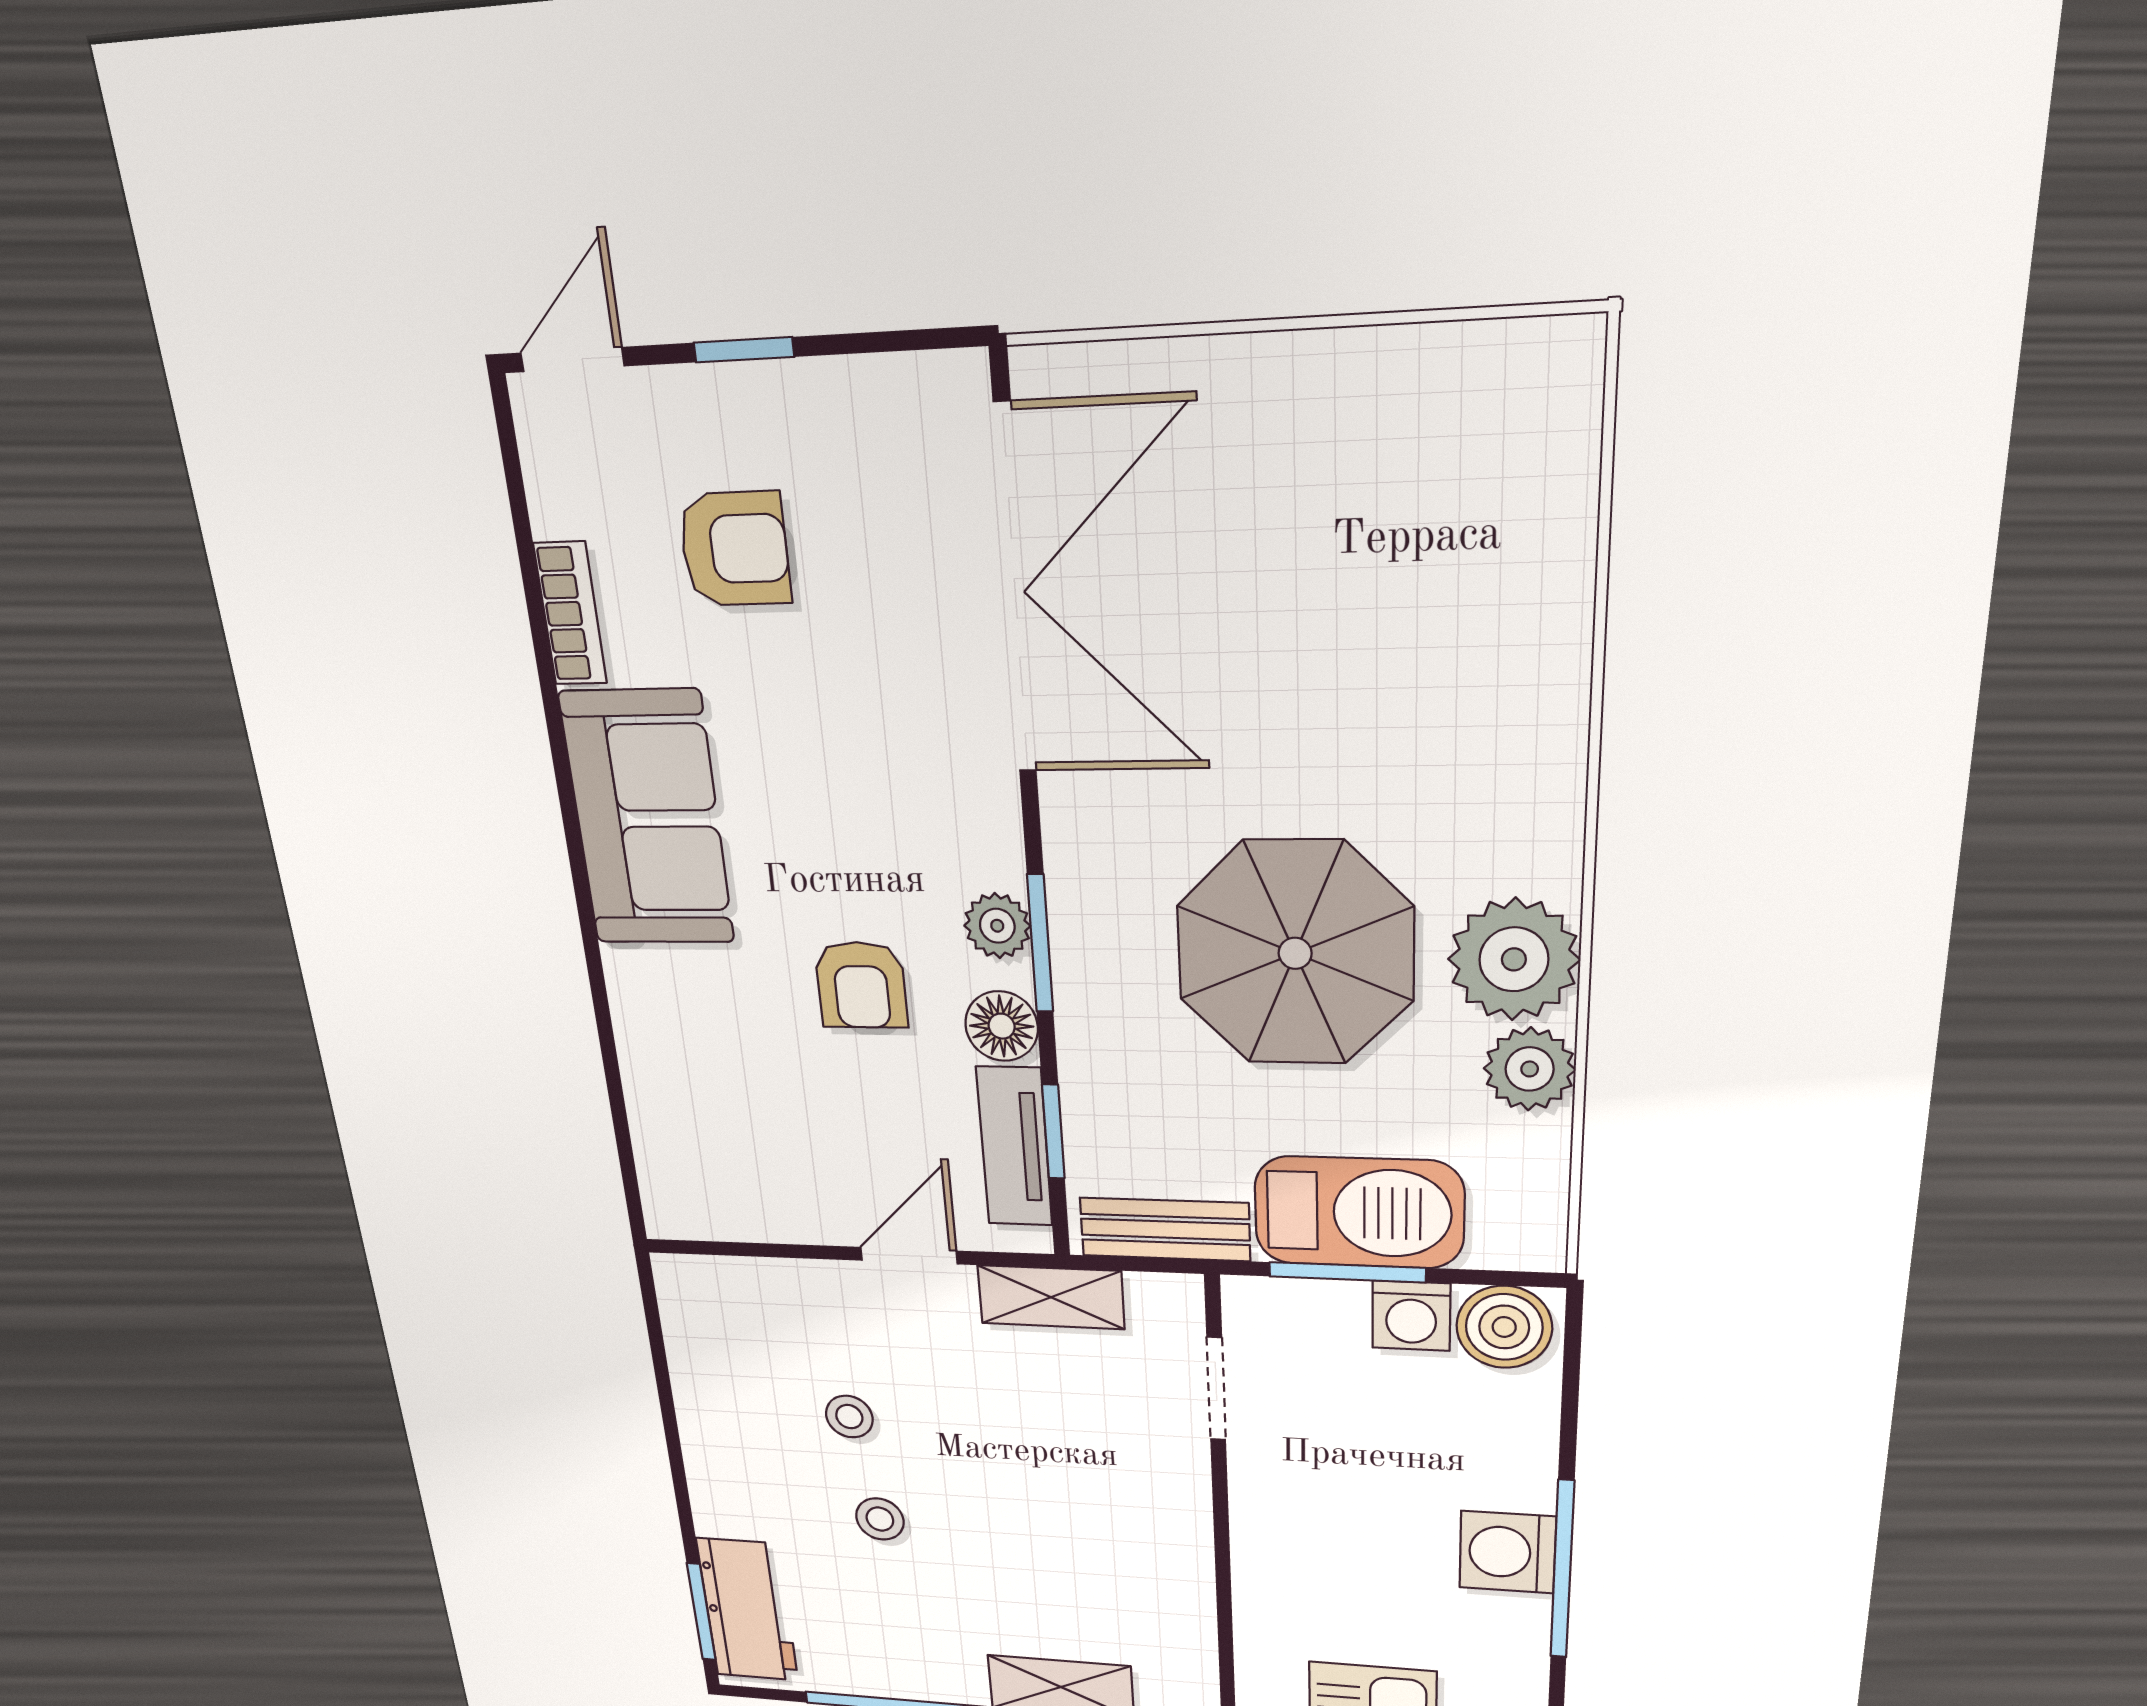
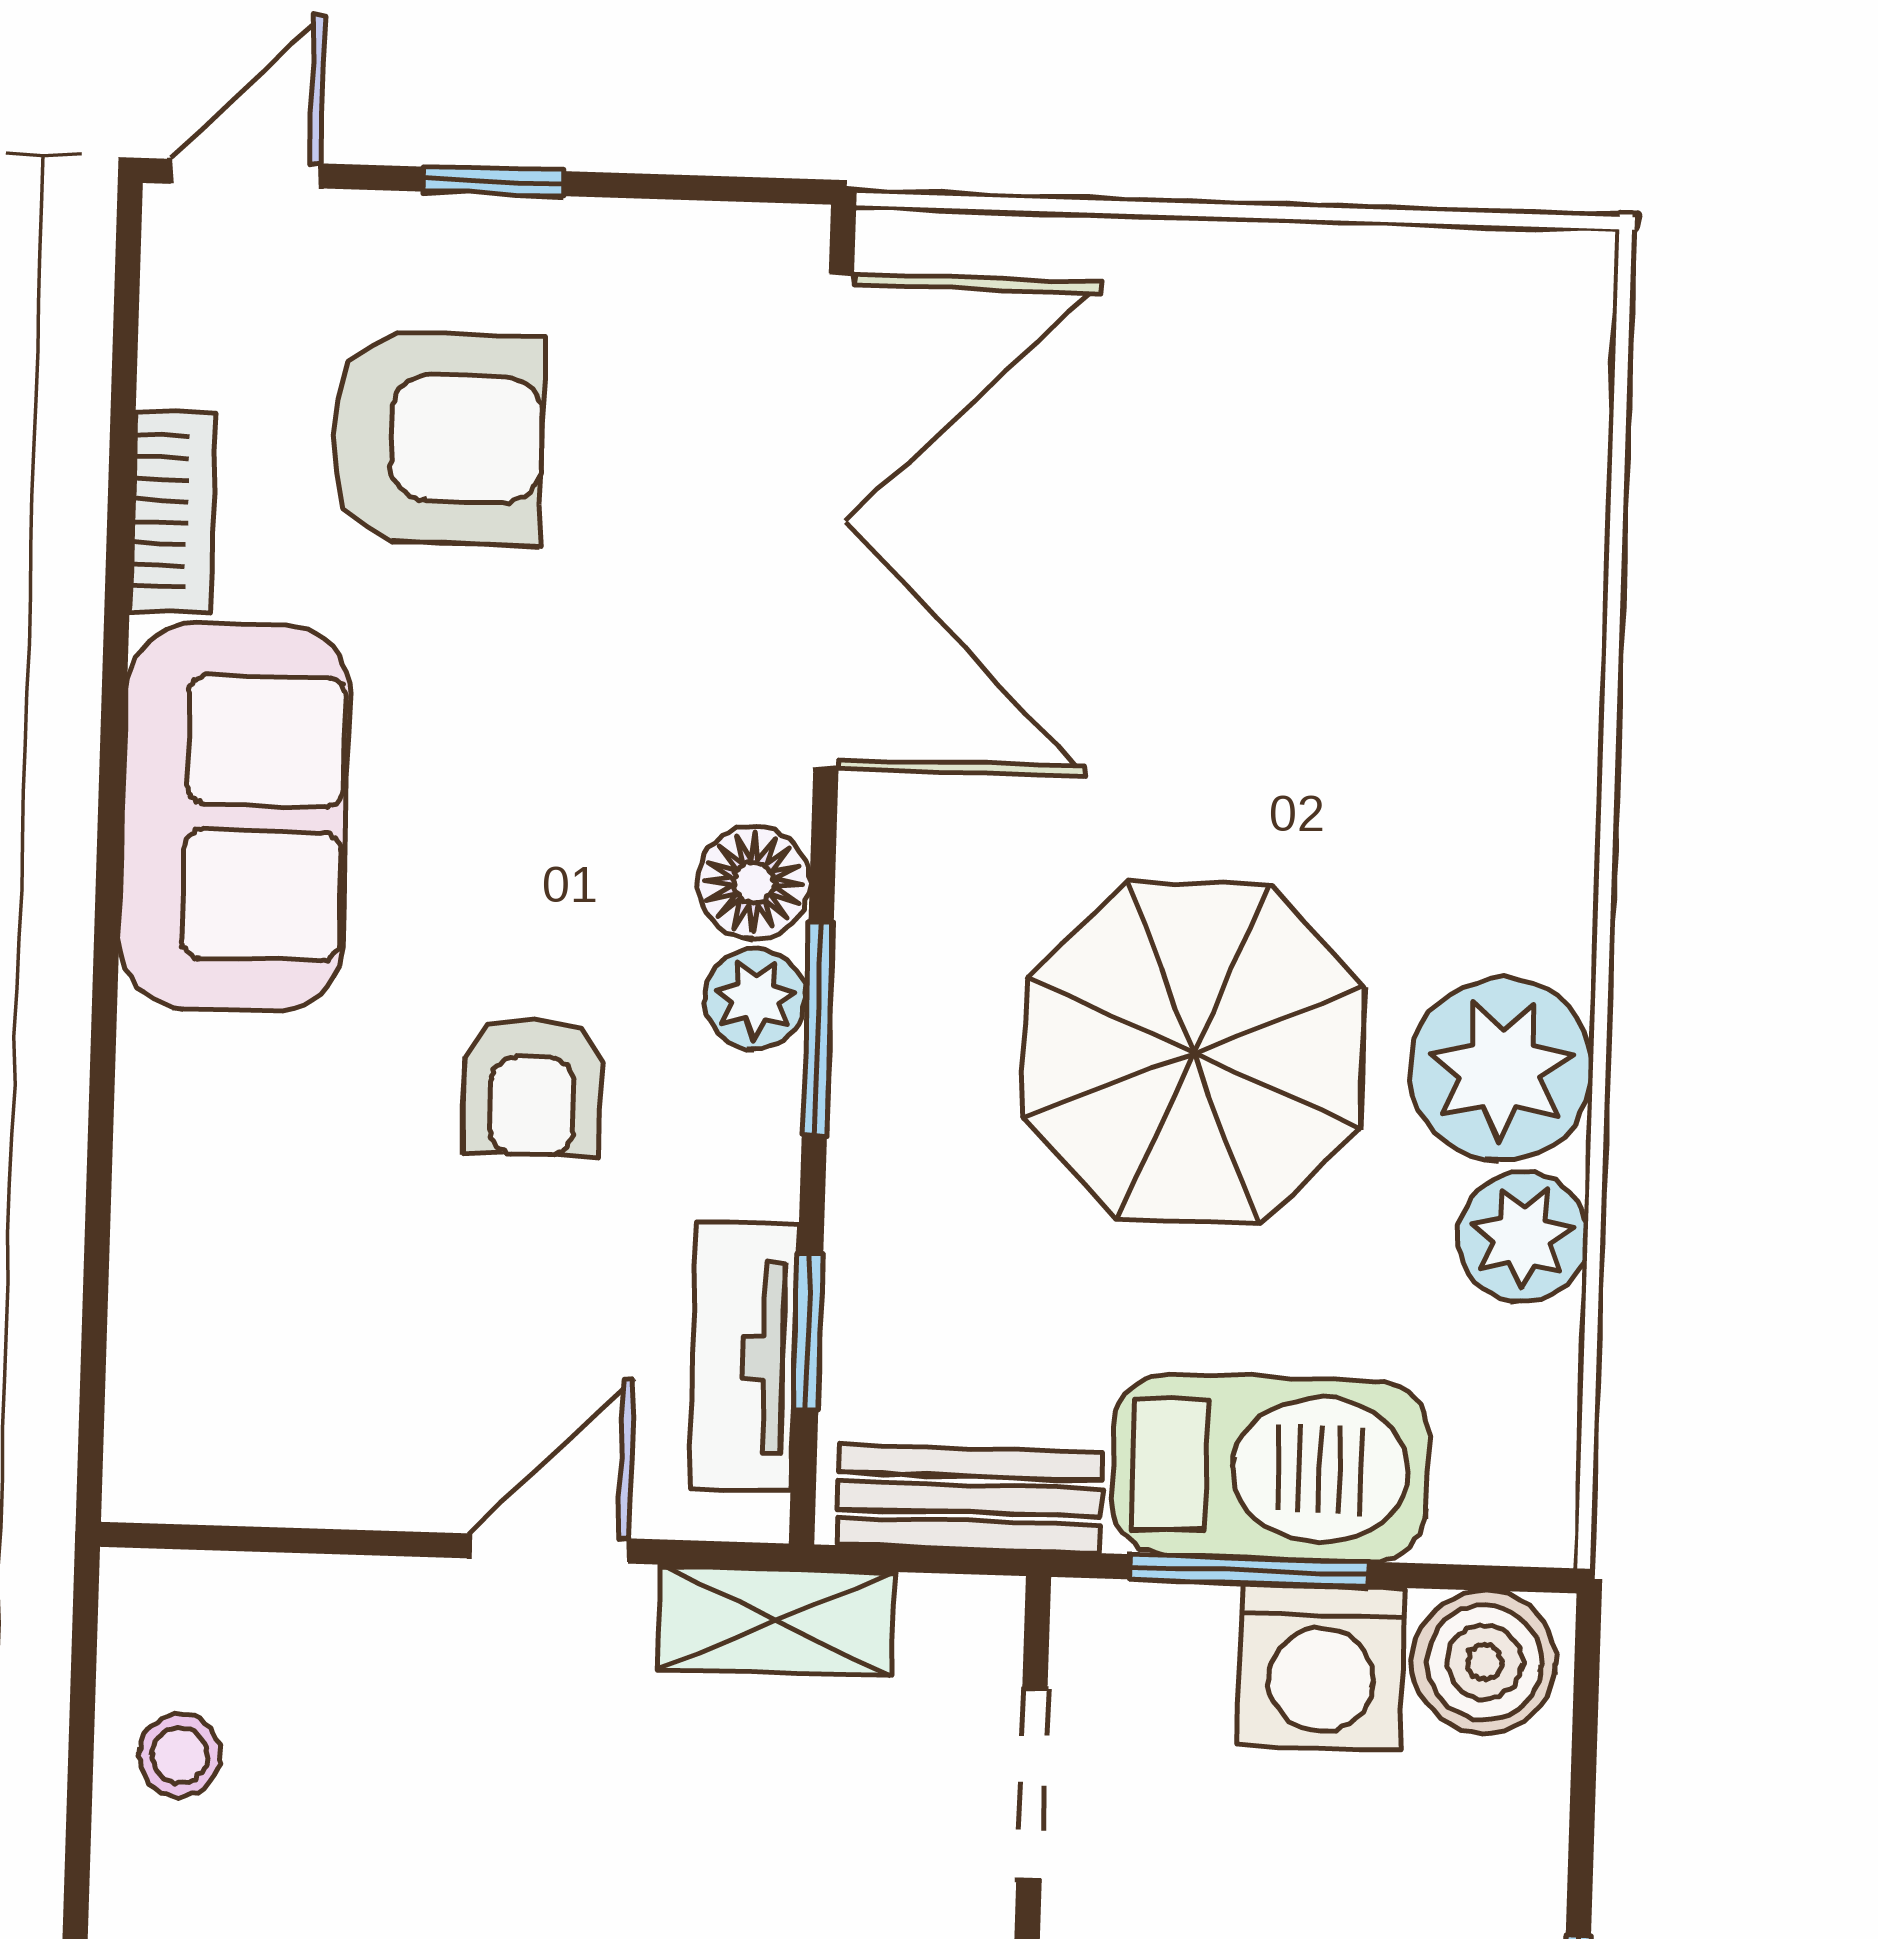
armchair: (735, 549) -> (437, 438), width x1.38, depth x1.38
floor lamp: (1002, 1026) -> (754, 882), moved
washing machine: (1411, 1316) -> (1321, 1667), width x1.38, depth x1.38
stool: (849, 1417) -> (180, 1755), moved

